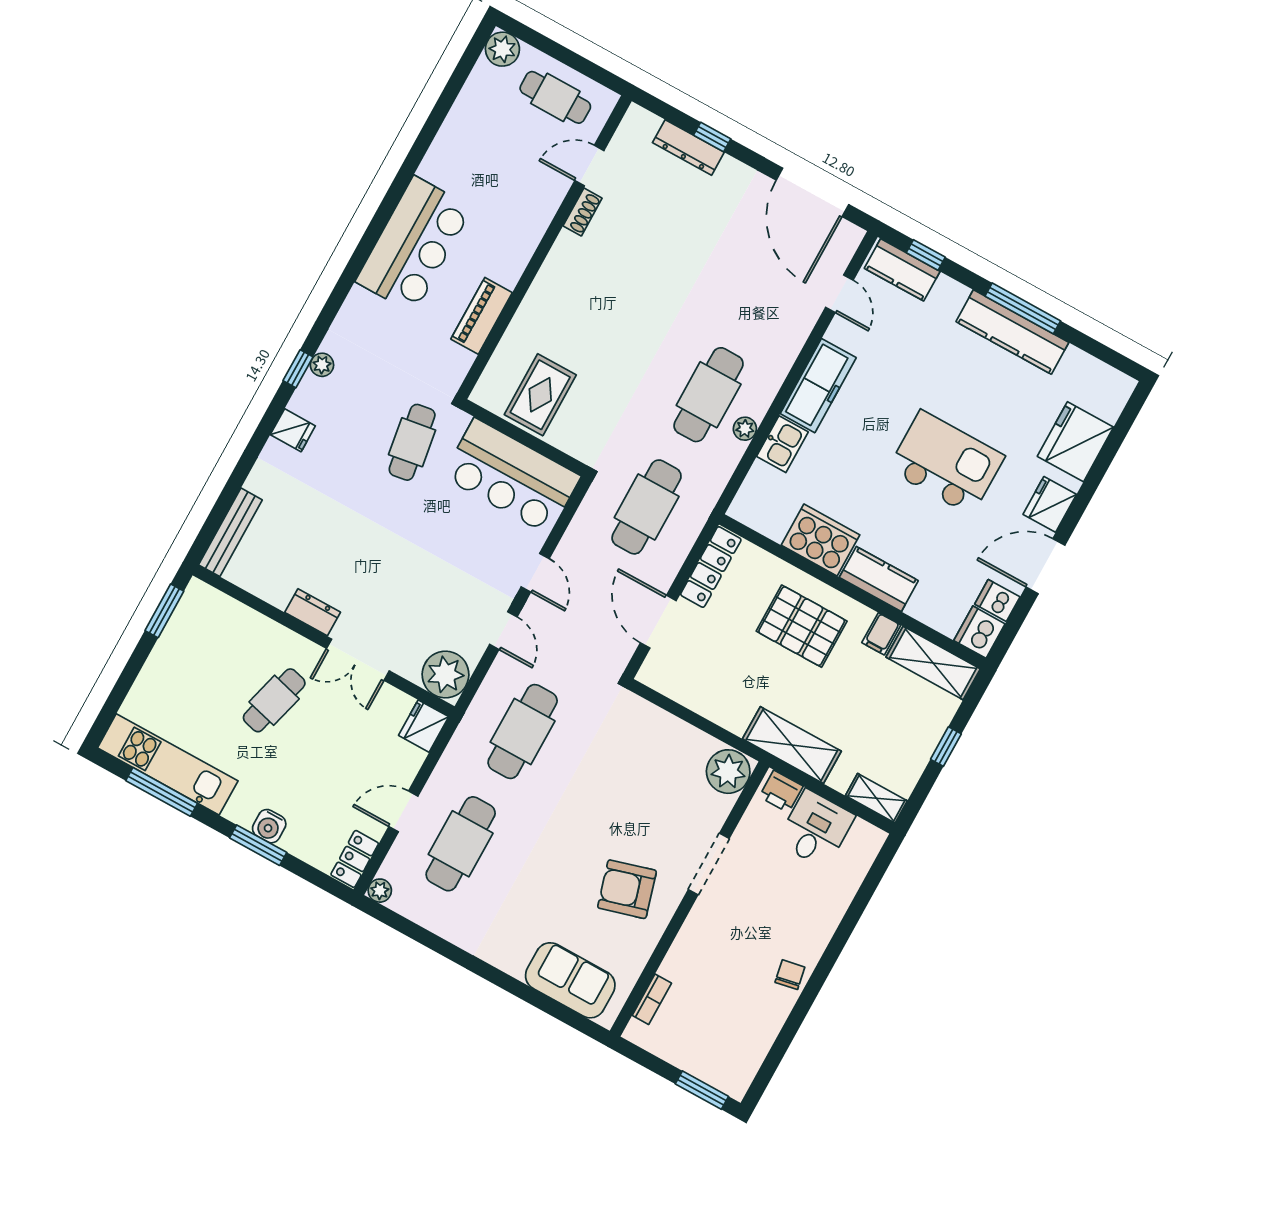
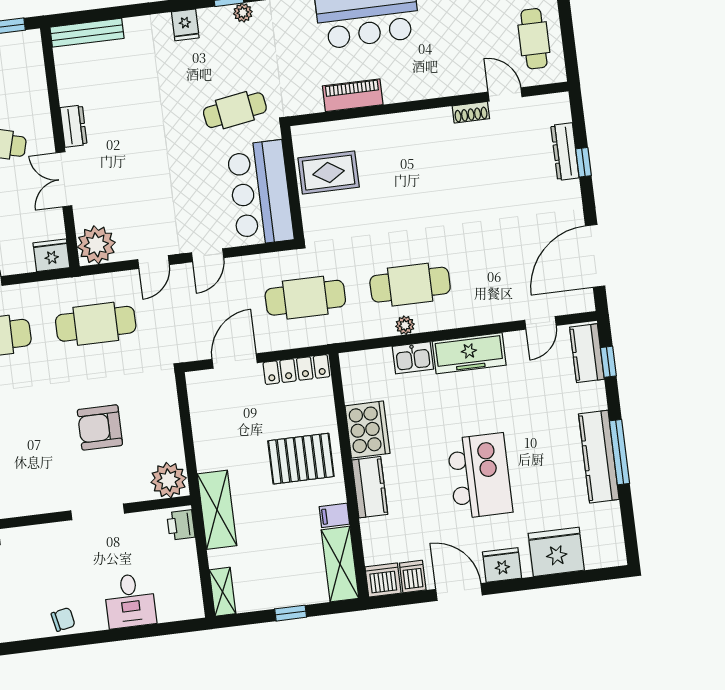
pallet: (802, 626) -> (301, 459), turned 90
desk: (816, 829) -> (130, 601), moved, turned 90
armchair: (627, 889) -> (100, 427), moved, turned -74

